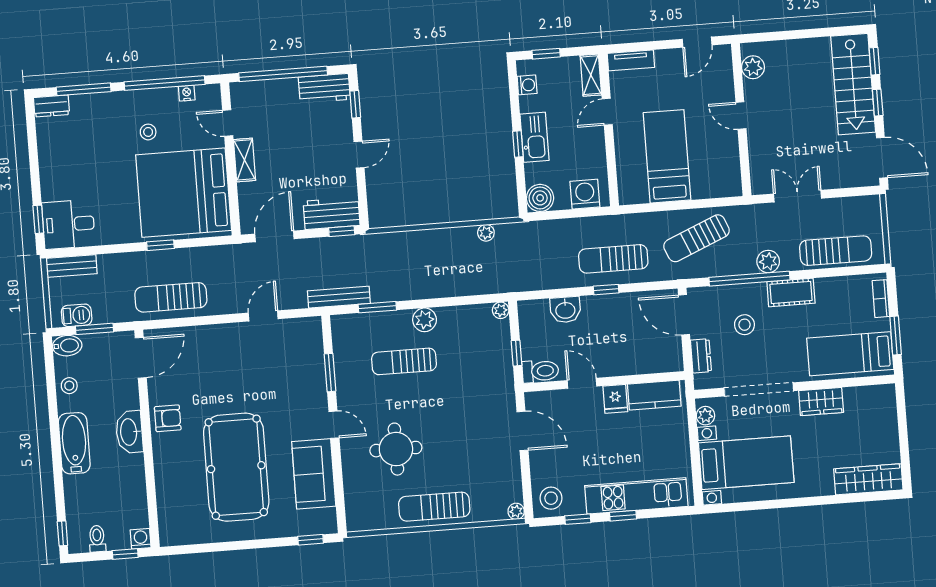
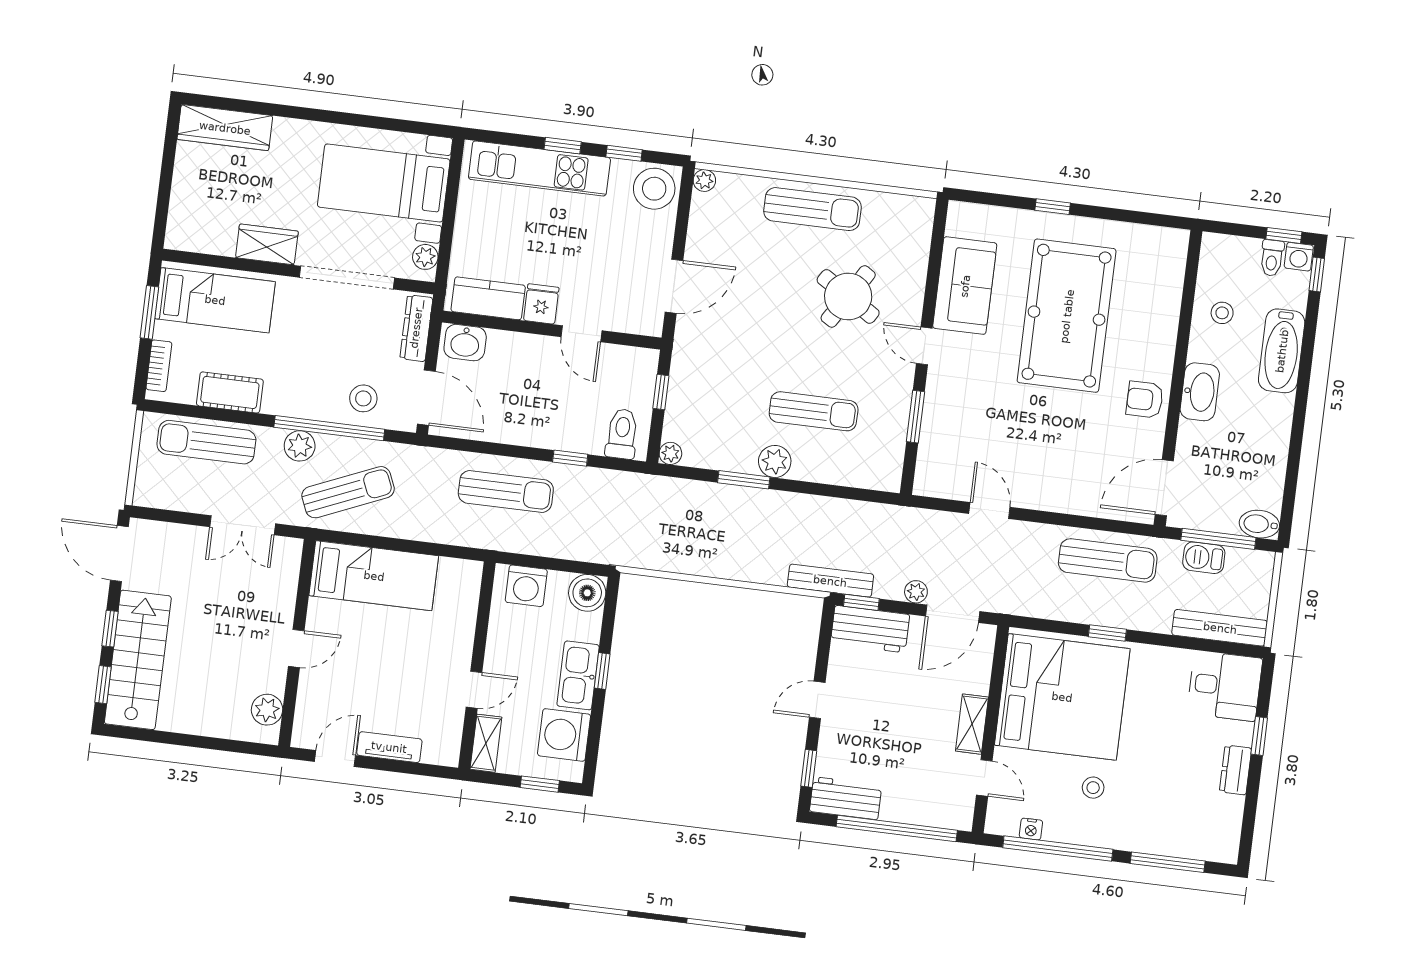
tv unit: (631, 60) -> (389, 747), moved
washing machine: (527, 85) -> (564, 735), width x1.89, depth x1.89
dresser: (51, 106) -> (1236, 770), moved, turned -90
door: (741, 115) -> (296, 649), hinge flipped
bed: (667, 156) -> (374, 576), moved, turned -90
window: (38, 219) -> (1259, 736), moved
plant: (486, 233) -> (916, 592), moved
sun lounger: (697, 238) -> (348, 492), moved
bench: (71, 266) -> (1220, 628), width x1.36
window: (606, 290) -> (570, 458), moved
cot: (791, 292) -> (230, 392), moved
bench: (339, 297) -> (830, 581), moved
window: (377, 307) -> (744, 480), moved
washbasin: (565, 310) -> (465, 343), moved, turned 180
barbecue: (77, 315) -> (1204, 558), moved
door: (263, 316) -> (989, 510), swing flipped
stool: (744, 325) -> (363, 398), moved
window: (95, 329) -> (1218, 539), width x1.44
dresser: (701, 356) -> (416, 328), width x1.44
toilet: (540, 371) -> (622, 434), moved, turned 90
stool: (69, 386) -> (1222, 313), moved
door: (522, 431) -> (674, 286), swing flipped
bathtub: (74, 443) -> (1282, 351), moved
round table: (396, 449) -> (848, 296), turned 32
stool: (551, 498) -> (654, 189), width x1.38, depth x1.38
washing machine: (141, 539) -> (1299, 257), moved
window: (311, 540) -> (1053, 207), moved
window: (125, 554) -> (1284, 235), moved

